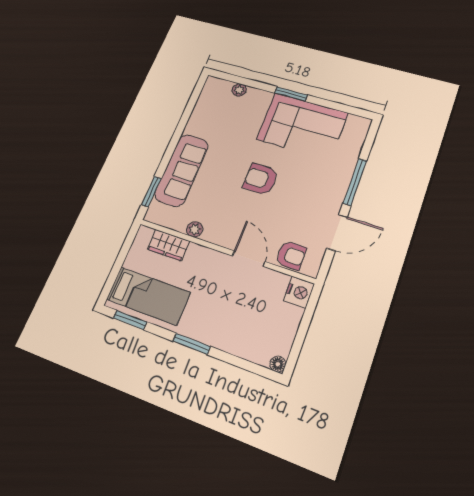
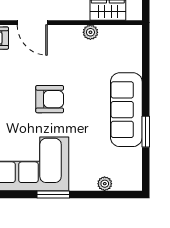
sofa: (182, 170) -> (126, 110), moved
window: (151, 192) -> (146, 132), moved

